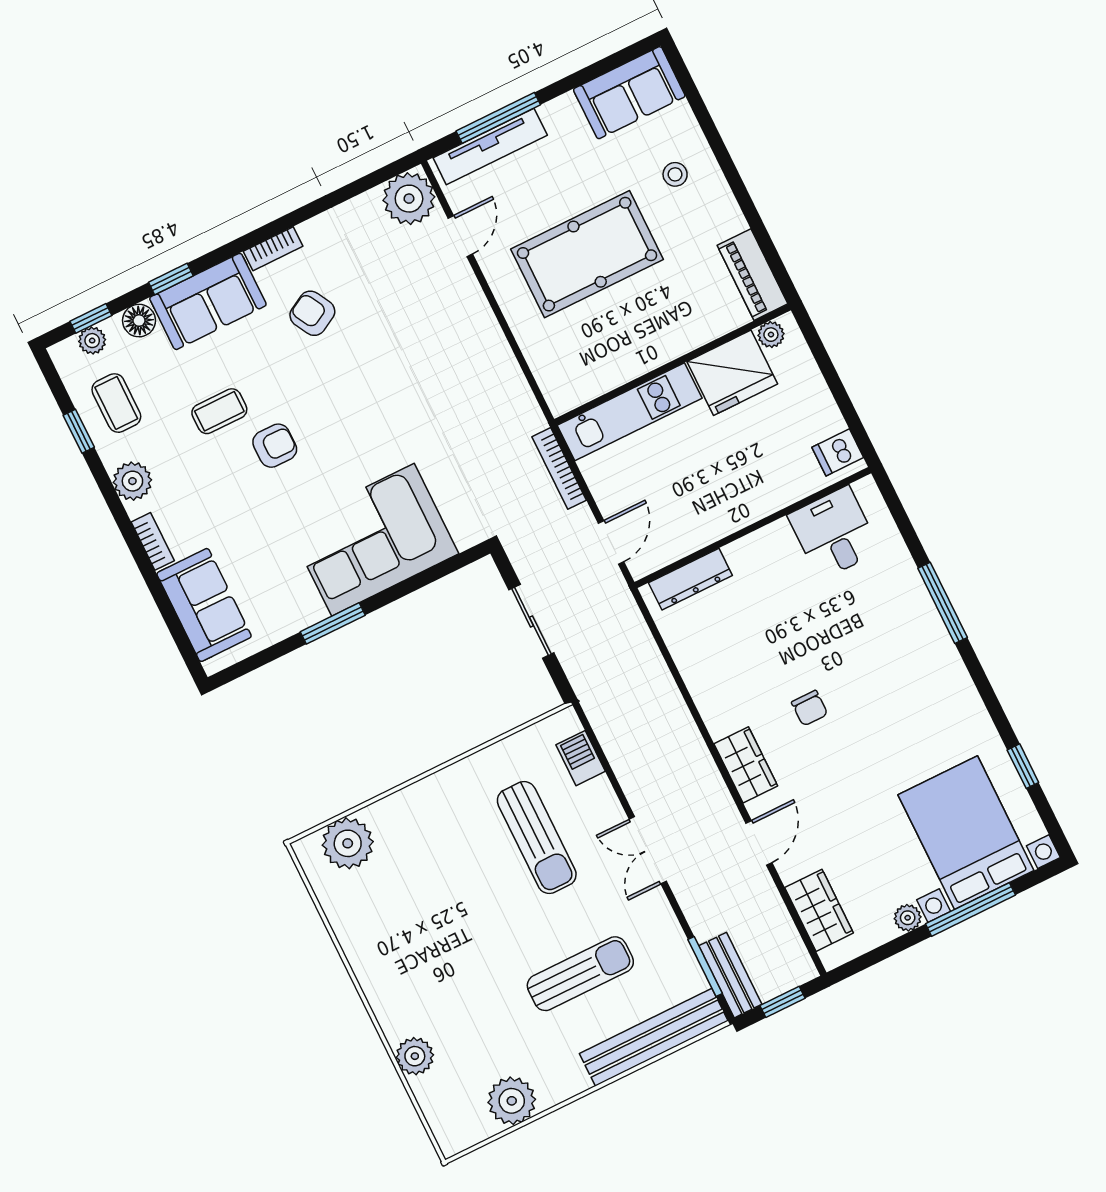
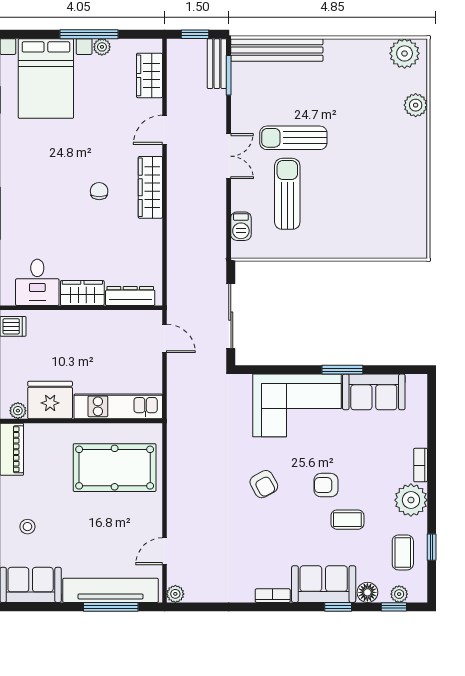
tv unit: (490, 147) -> (111, 590), width x1.36, depth x1.29
plant: (409, 199) -> (175, 594), width x0.53, depth x0.53
pool table: (587, 254) -> (115, 468), moved
armchair: (312, 313) -> (264, 484), moved
bookcase: (559, 468) -> (173, 394), removed
plant: (132, 481) -> (411, 500), width x1.36, depth x1.36
door: (611, 542) -> (165, 338), swing flipped
wardrobe: (762, 550) -> (82, 293), added
sofa: (204, 605) -> (374, 392), moved, turned -90
sliding door: (531, 621) -> (231, 316), width x1.37
wardrobe: (746, 765) -> (150, 187), width x1.50
plant: (348, 843) -> (395, 243), removed
window: (971, 909) -> (89, 34), moved
sun lounger: (580, 974) -> (293, 138), moved
plant: (512, 1101) -> (405, 53), moved

